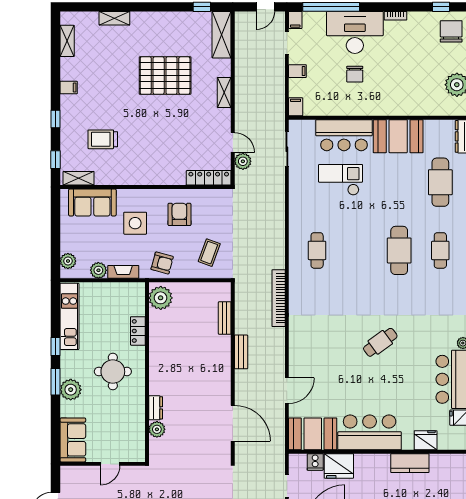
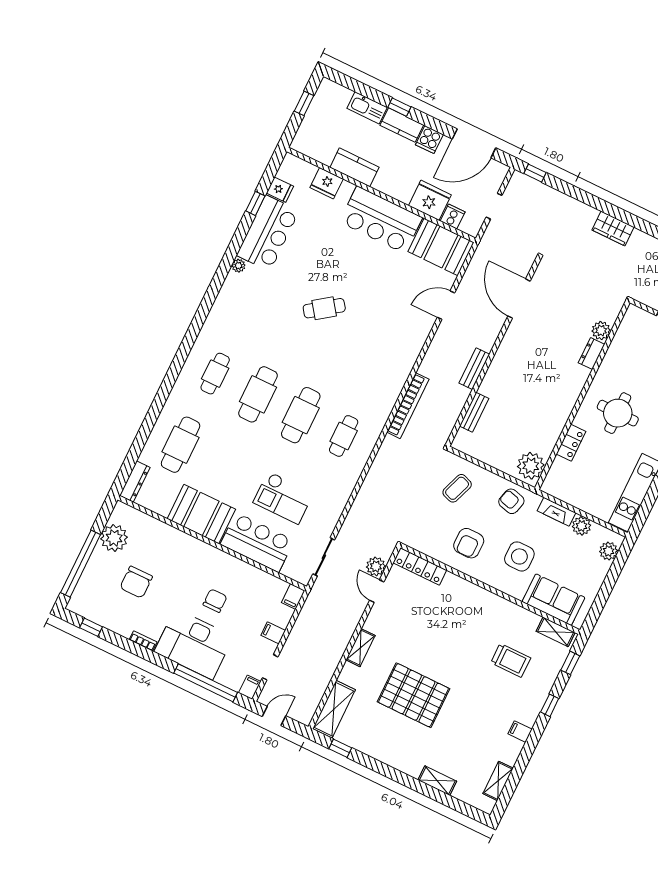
chair: (451, 31) -> (136, 582), moved
cafe table: (358, 250) -> (301, 415), added

